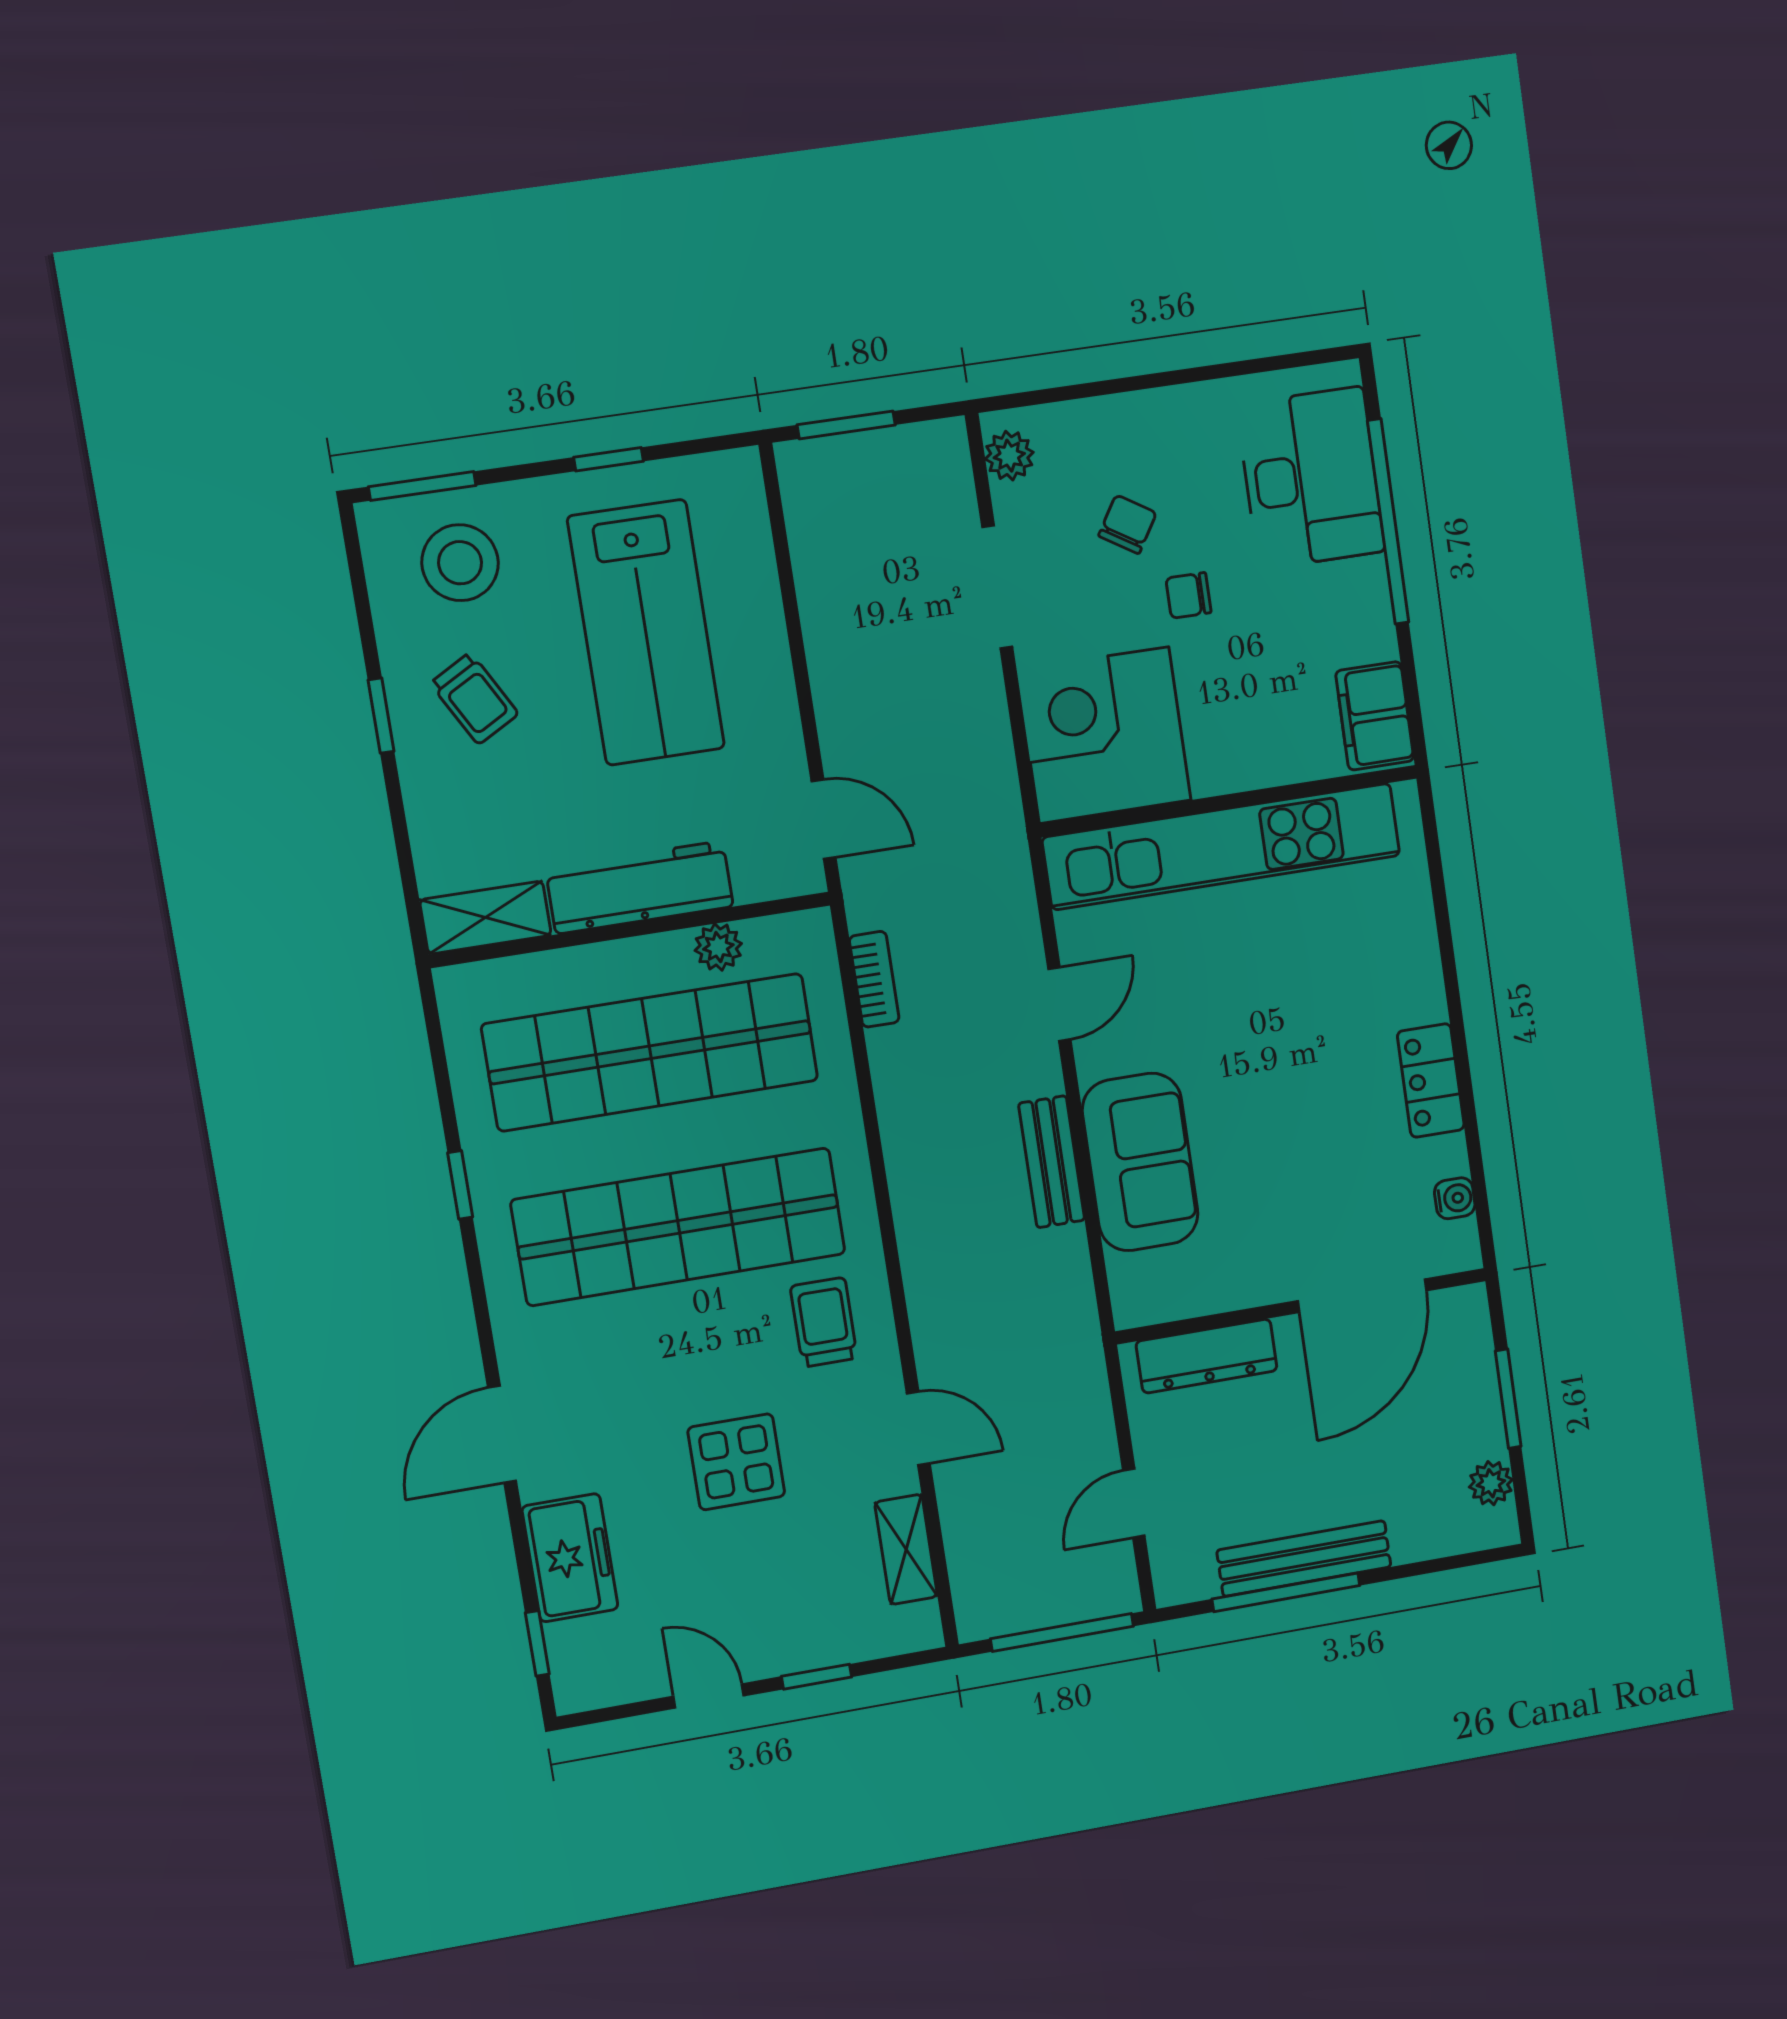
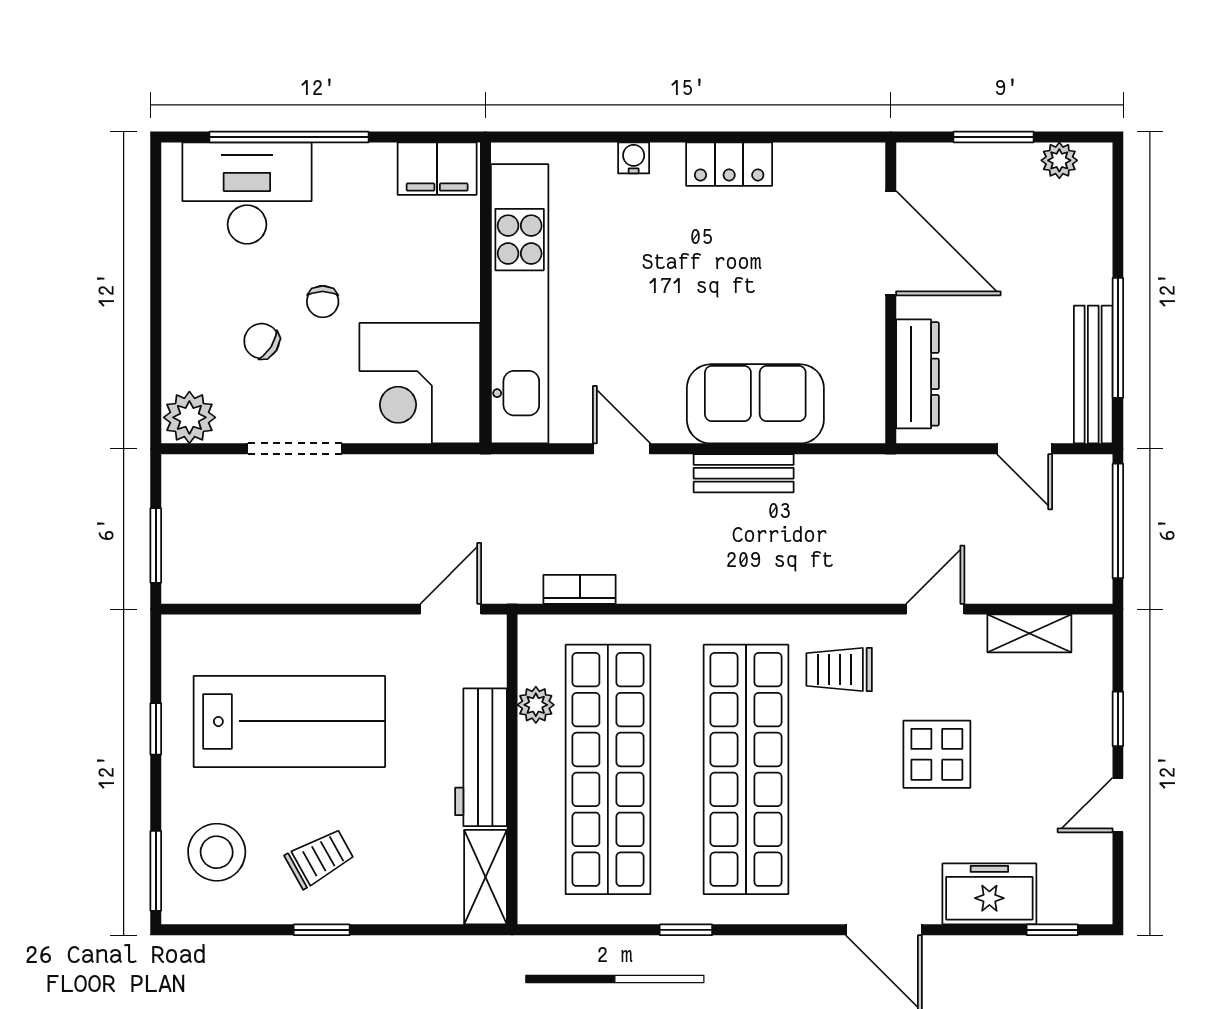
plant: (1009, 456) -> (189, 417), width x1.38, depth x1.38
water cooler: (1455, 1198) -> (634, 158), moved
bench: (1304, 1559) -> (1093, 374), moved

